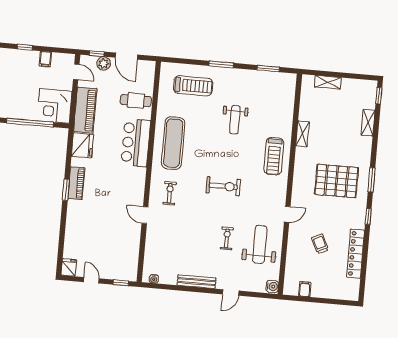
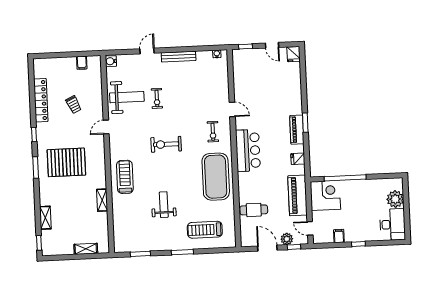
bar counter: (136, 143) -> (248, 150), moved
exercise mat: (173, 143) -> (216, 177), width x1.47
fridge: (82, 145) -> (298, 159), width x0.53, depth x0.75
weight bench: (260, 244) -> (127, 97), turned -90

